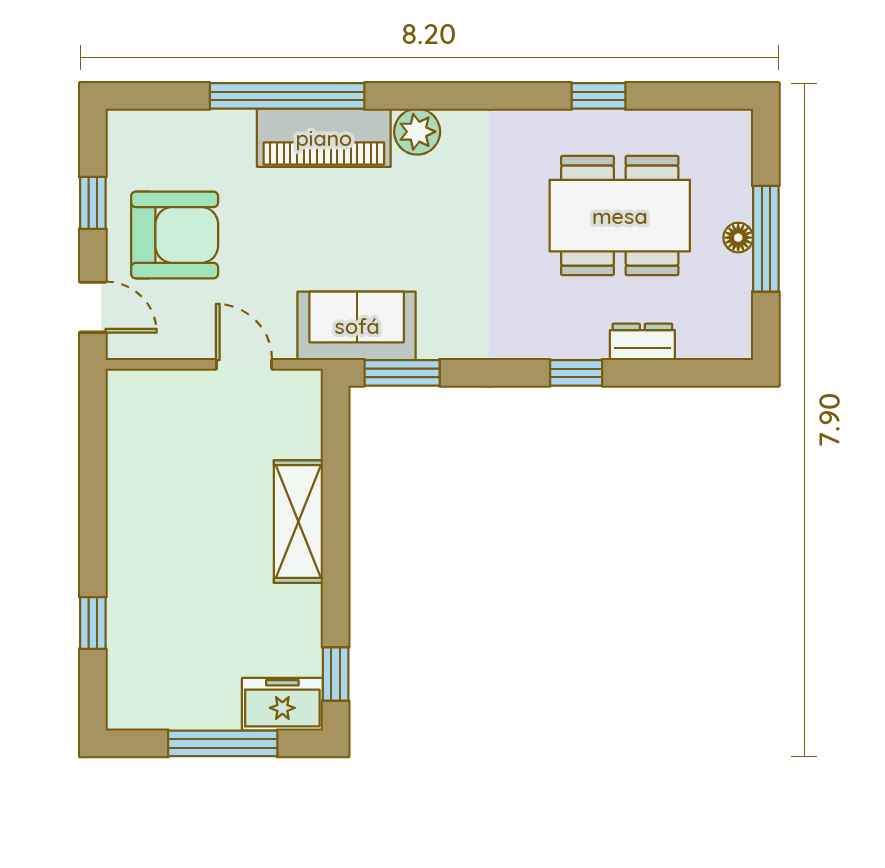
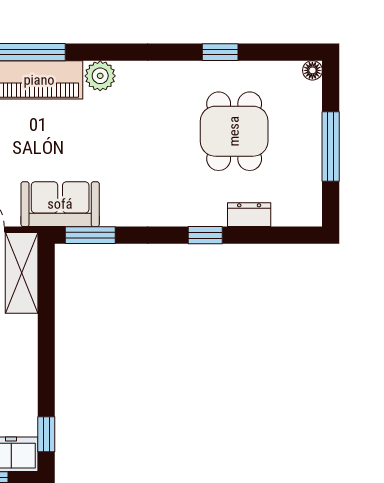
dining table: (620, 216) -> (234, 131), width x0.73
floor lamp: (738, 238) -> (312, 70), moved
shelving: (298, 522) -> (22, 273), moved

